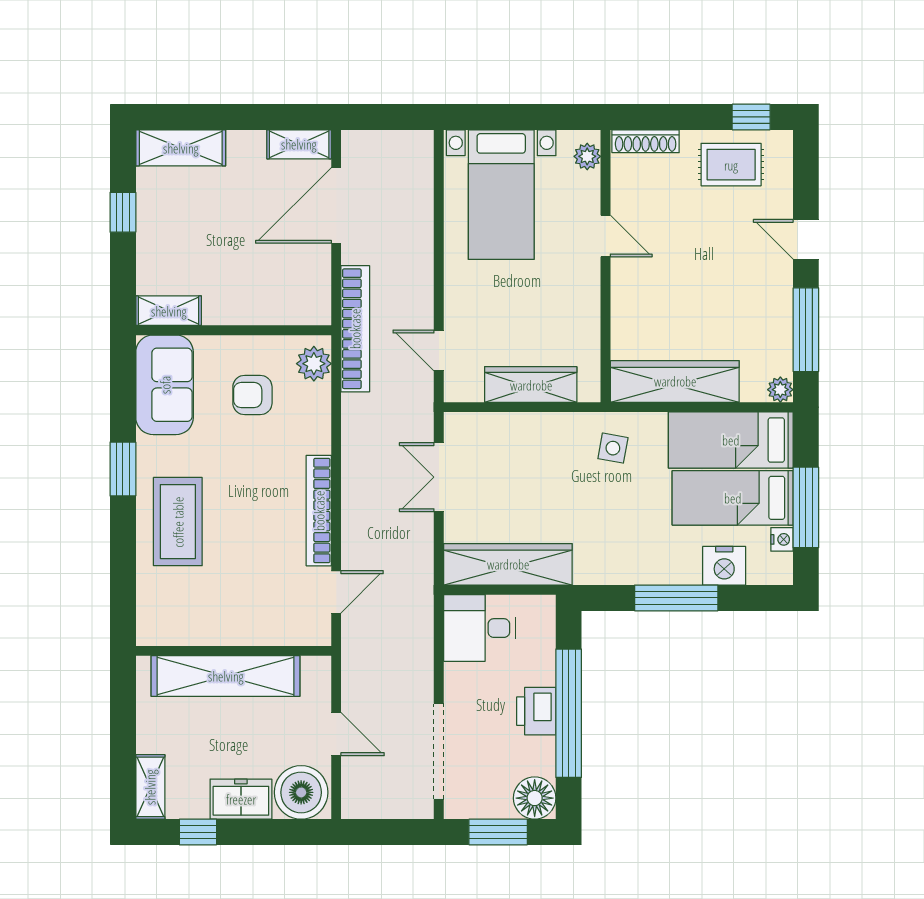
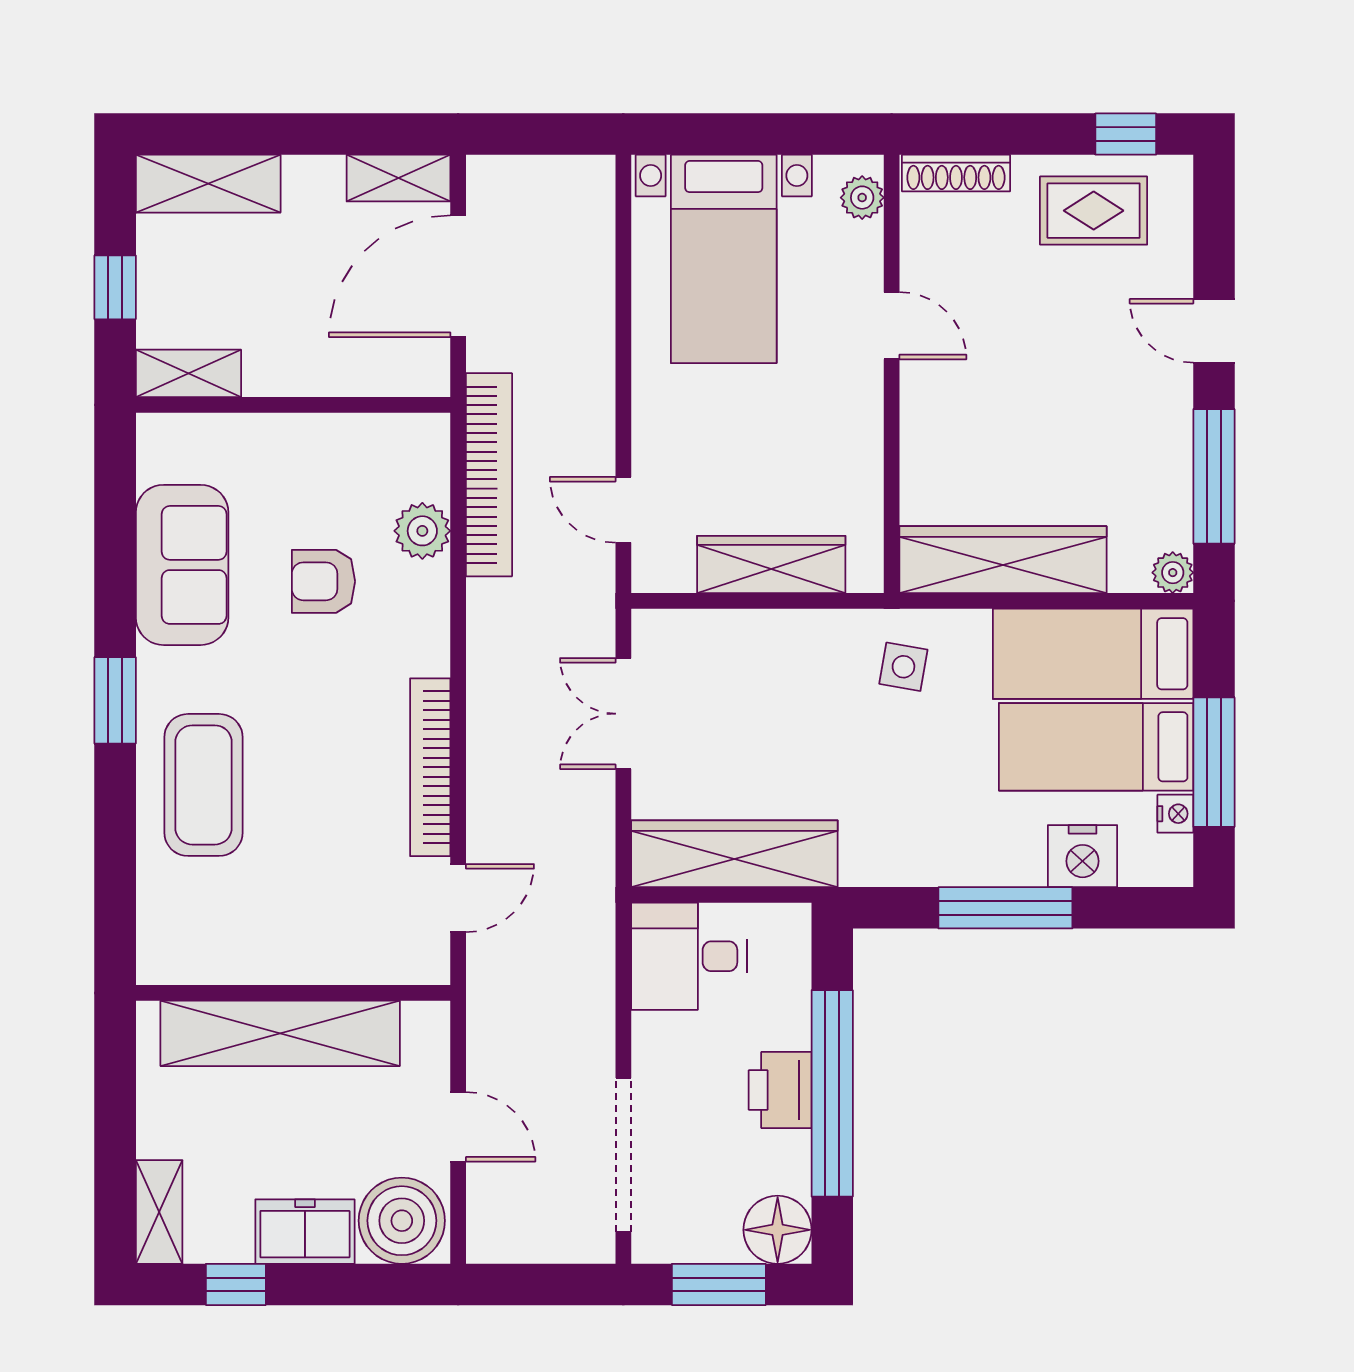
shelving: (169, 311) -> (188, 373), moved
wall: (234, 330) -> (293, 405), moved

